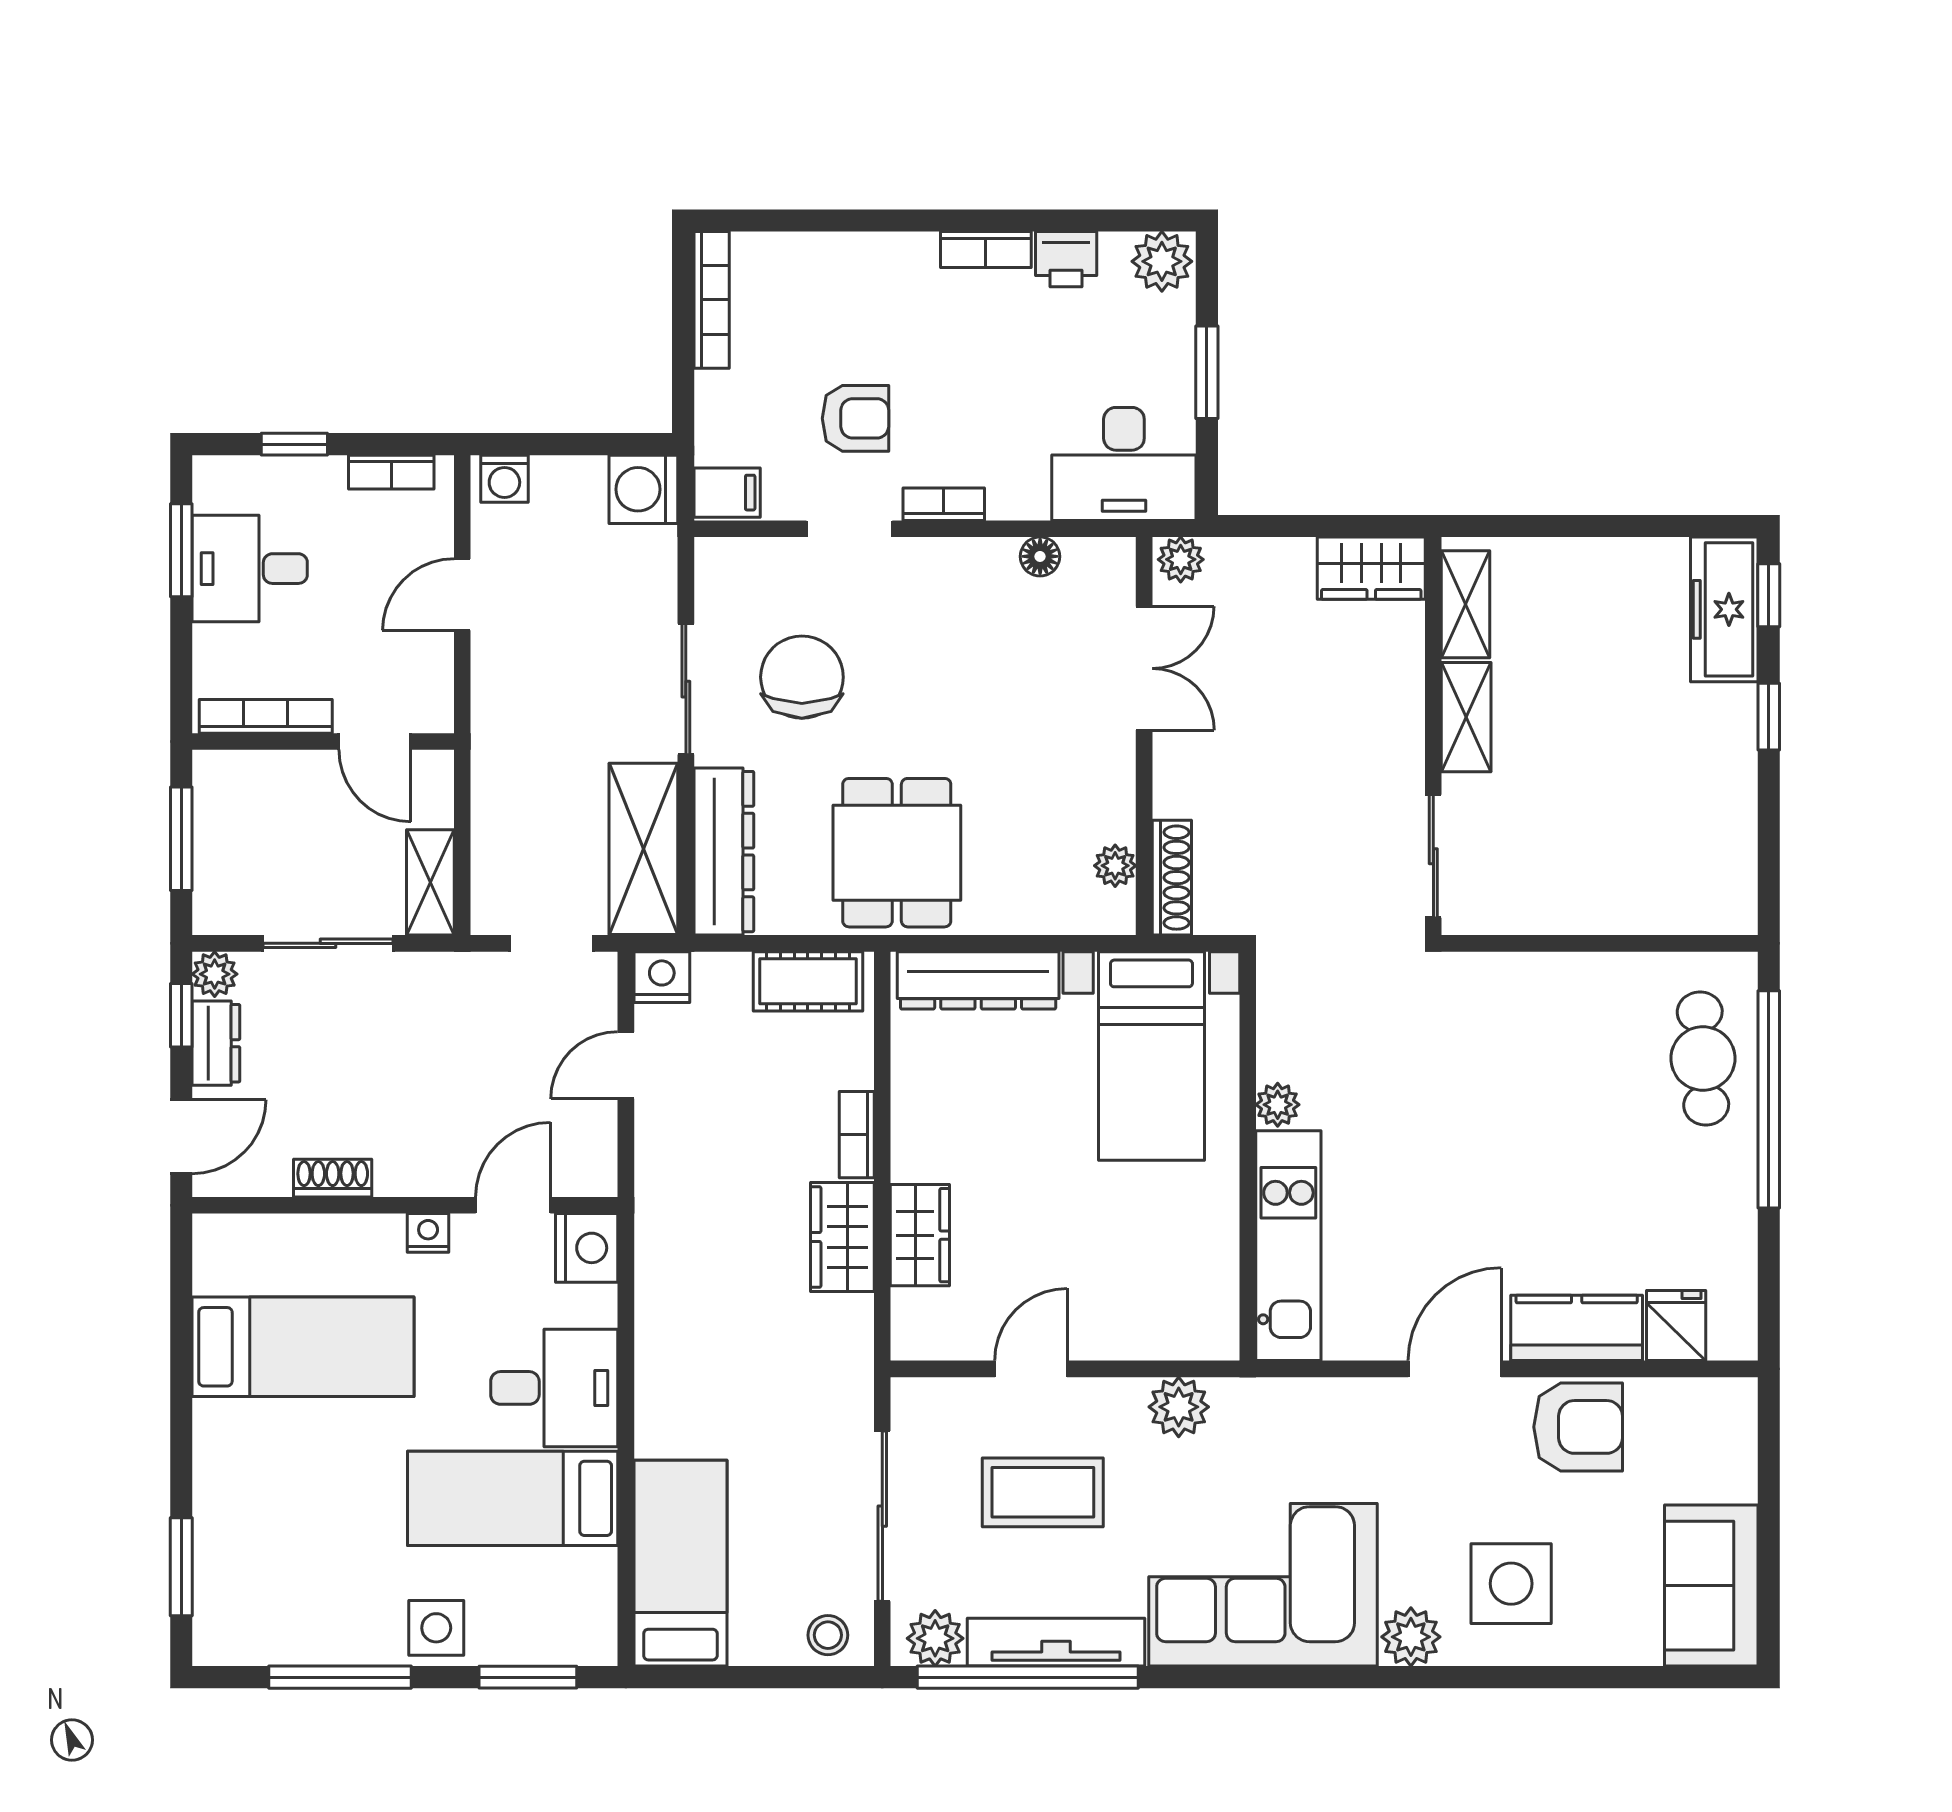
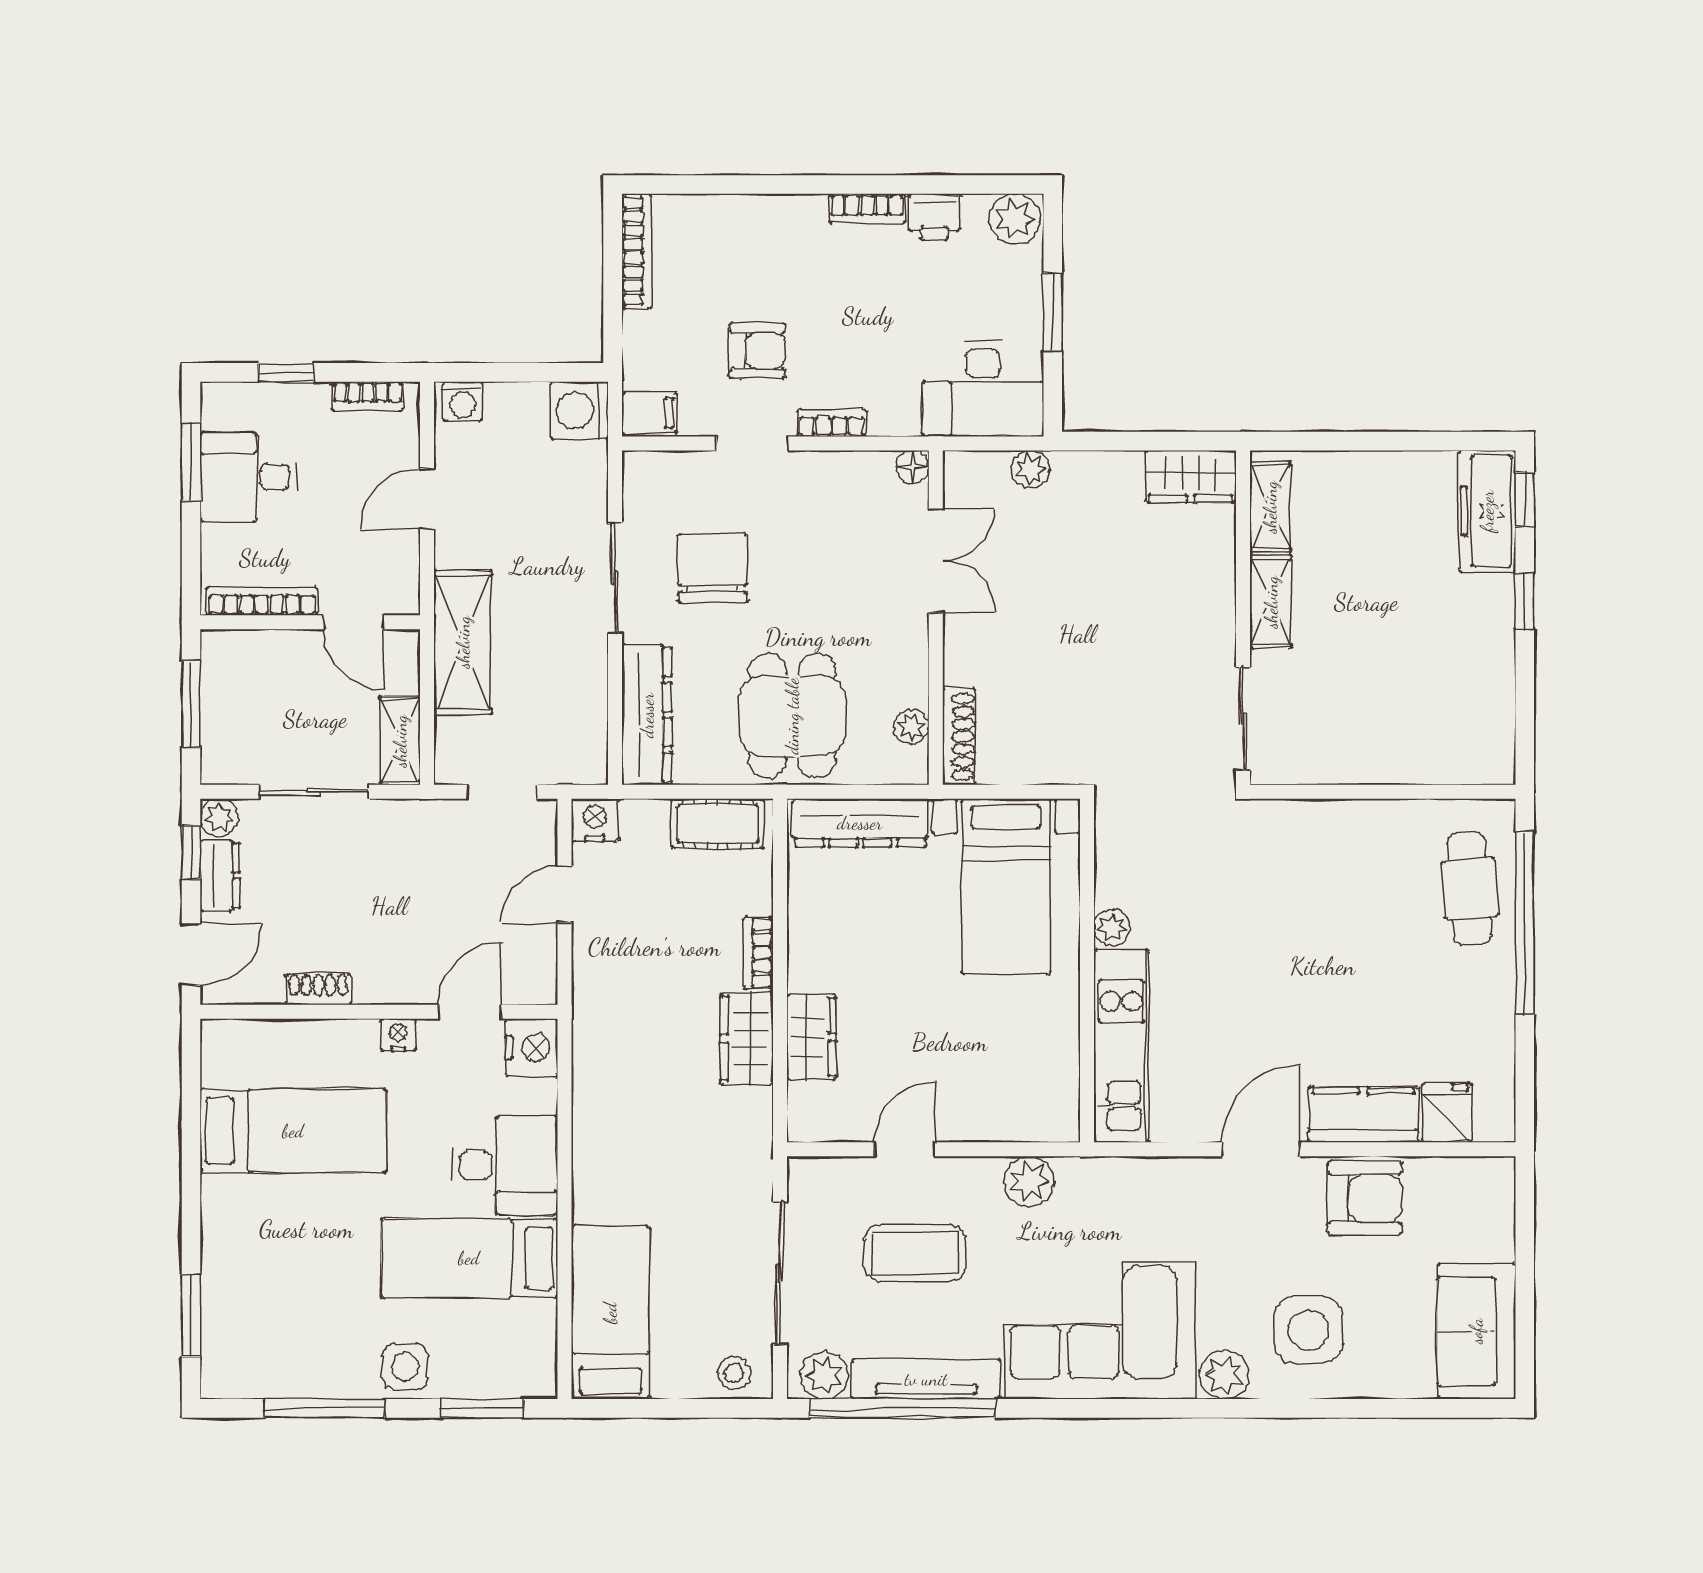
double door: (1144, 668) -> (936, 561), moved
wall: (1144, 736) -> (936, 618), moved
shelving: (643, 849) -> (463, 642), moved
plant: (1115, 866) -> (911, 727), moved
shoe rack: (1172, 878) -> (959, 737), moved

